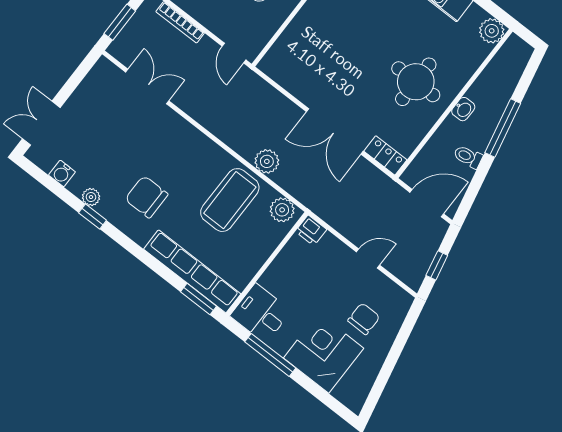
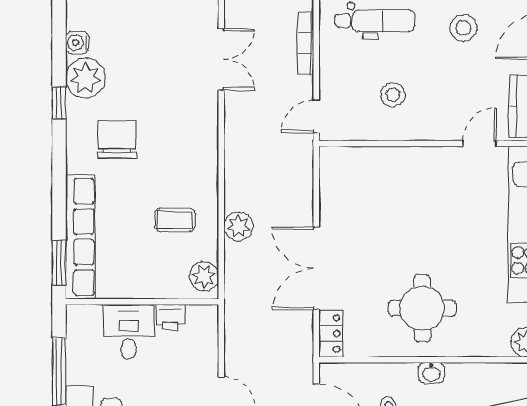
plant: (91, 197) -> (85, 78), width x1.88, depth x1.88
coffee table: (230, 200) -> (175, 220), width x0.54, depth x0.58
printer: (311, 230) -> (170, 317), moved, turned -90
desk: (261, 313) -> (129, 332), moved

